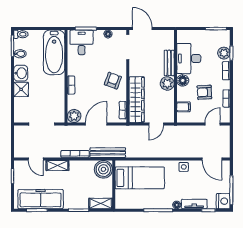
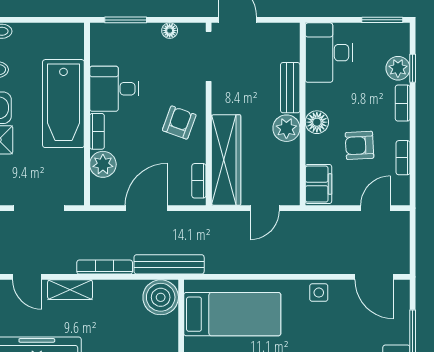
desk: (82, 42) -> (114, 89), moved, turned -90
bathtub: (54, 52) -> (63, 104), moved
desk: (189, 58) -> (329, 53), moved
filing cabinet: (184, 107) -> (318, 184), width x2.00
plant: (74, 116) -> (103, 164), moved

